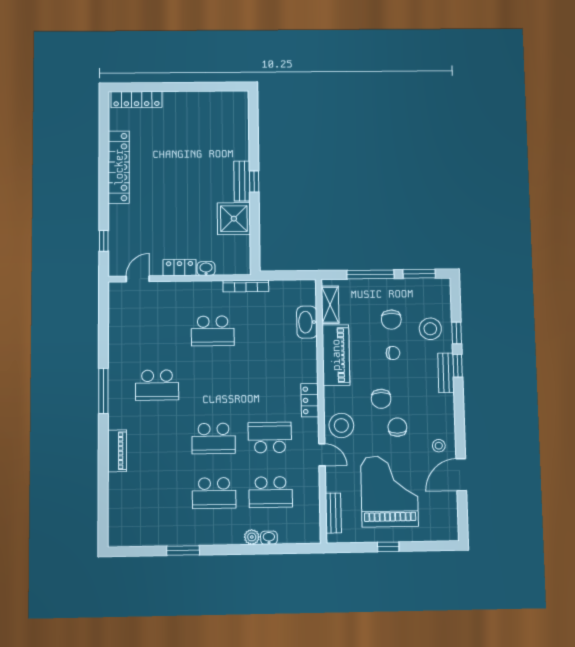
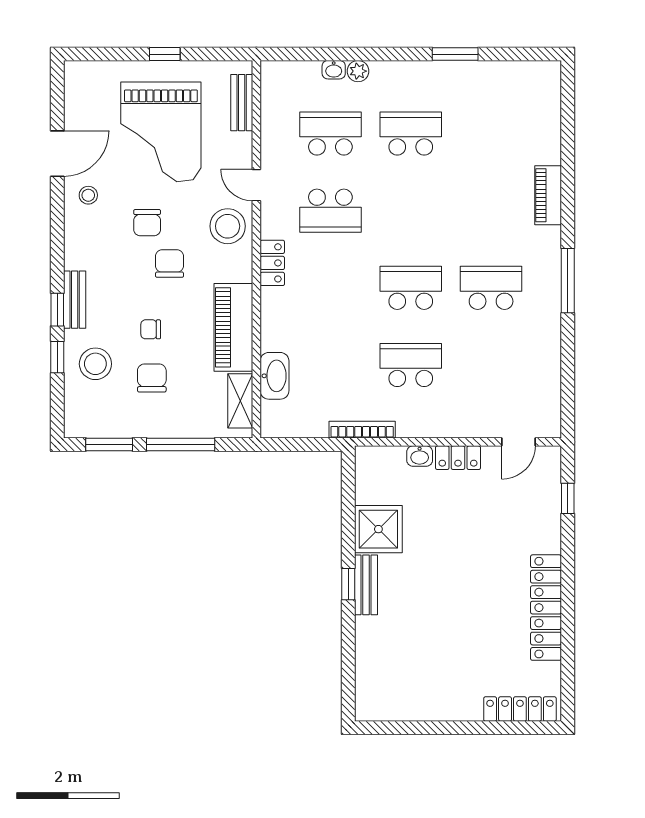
school desk: (214, 438) -> (411, 288), moved

